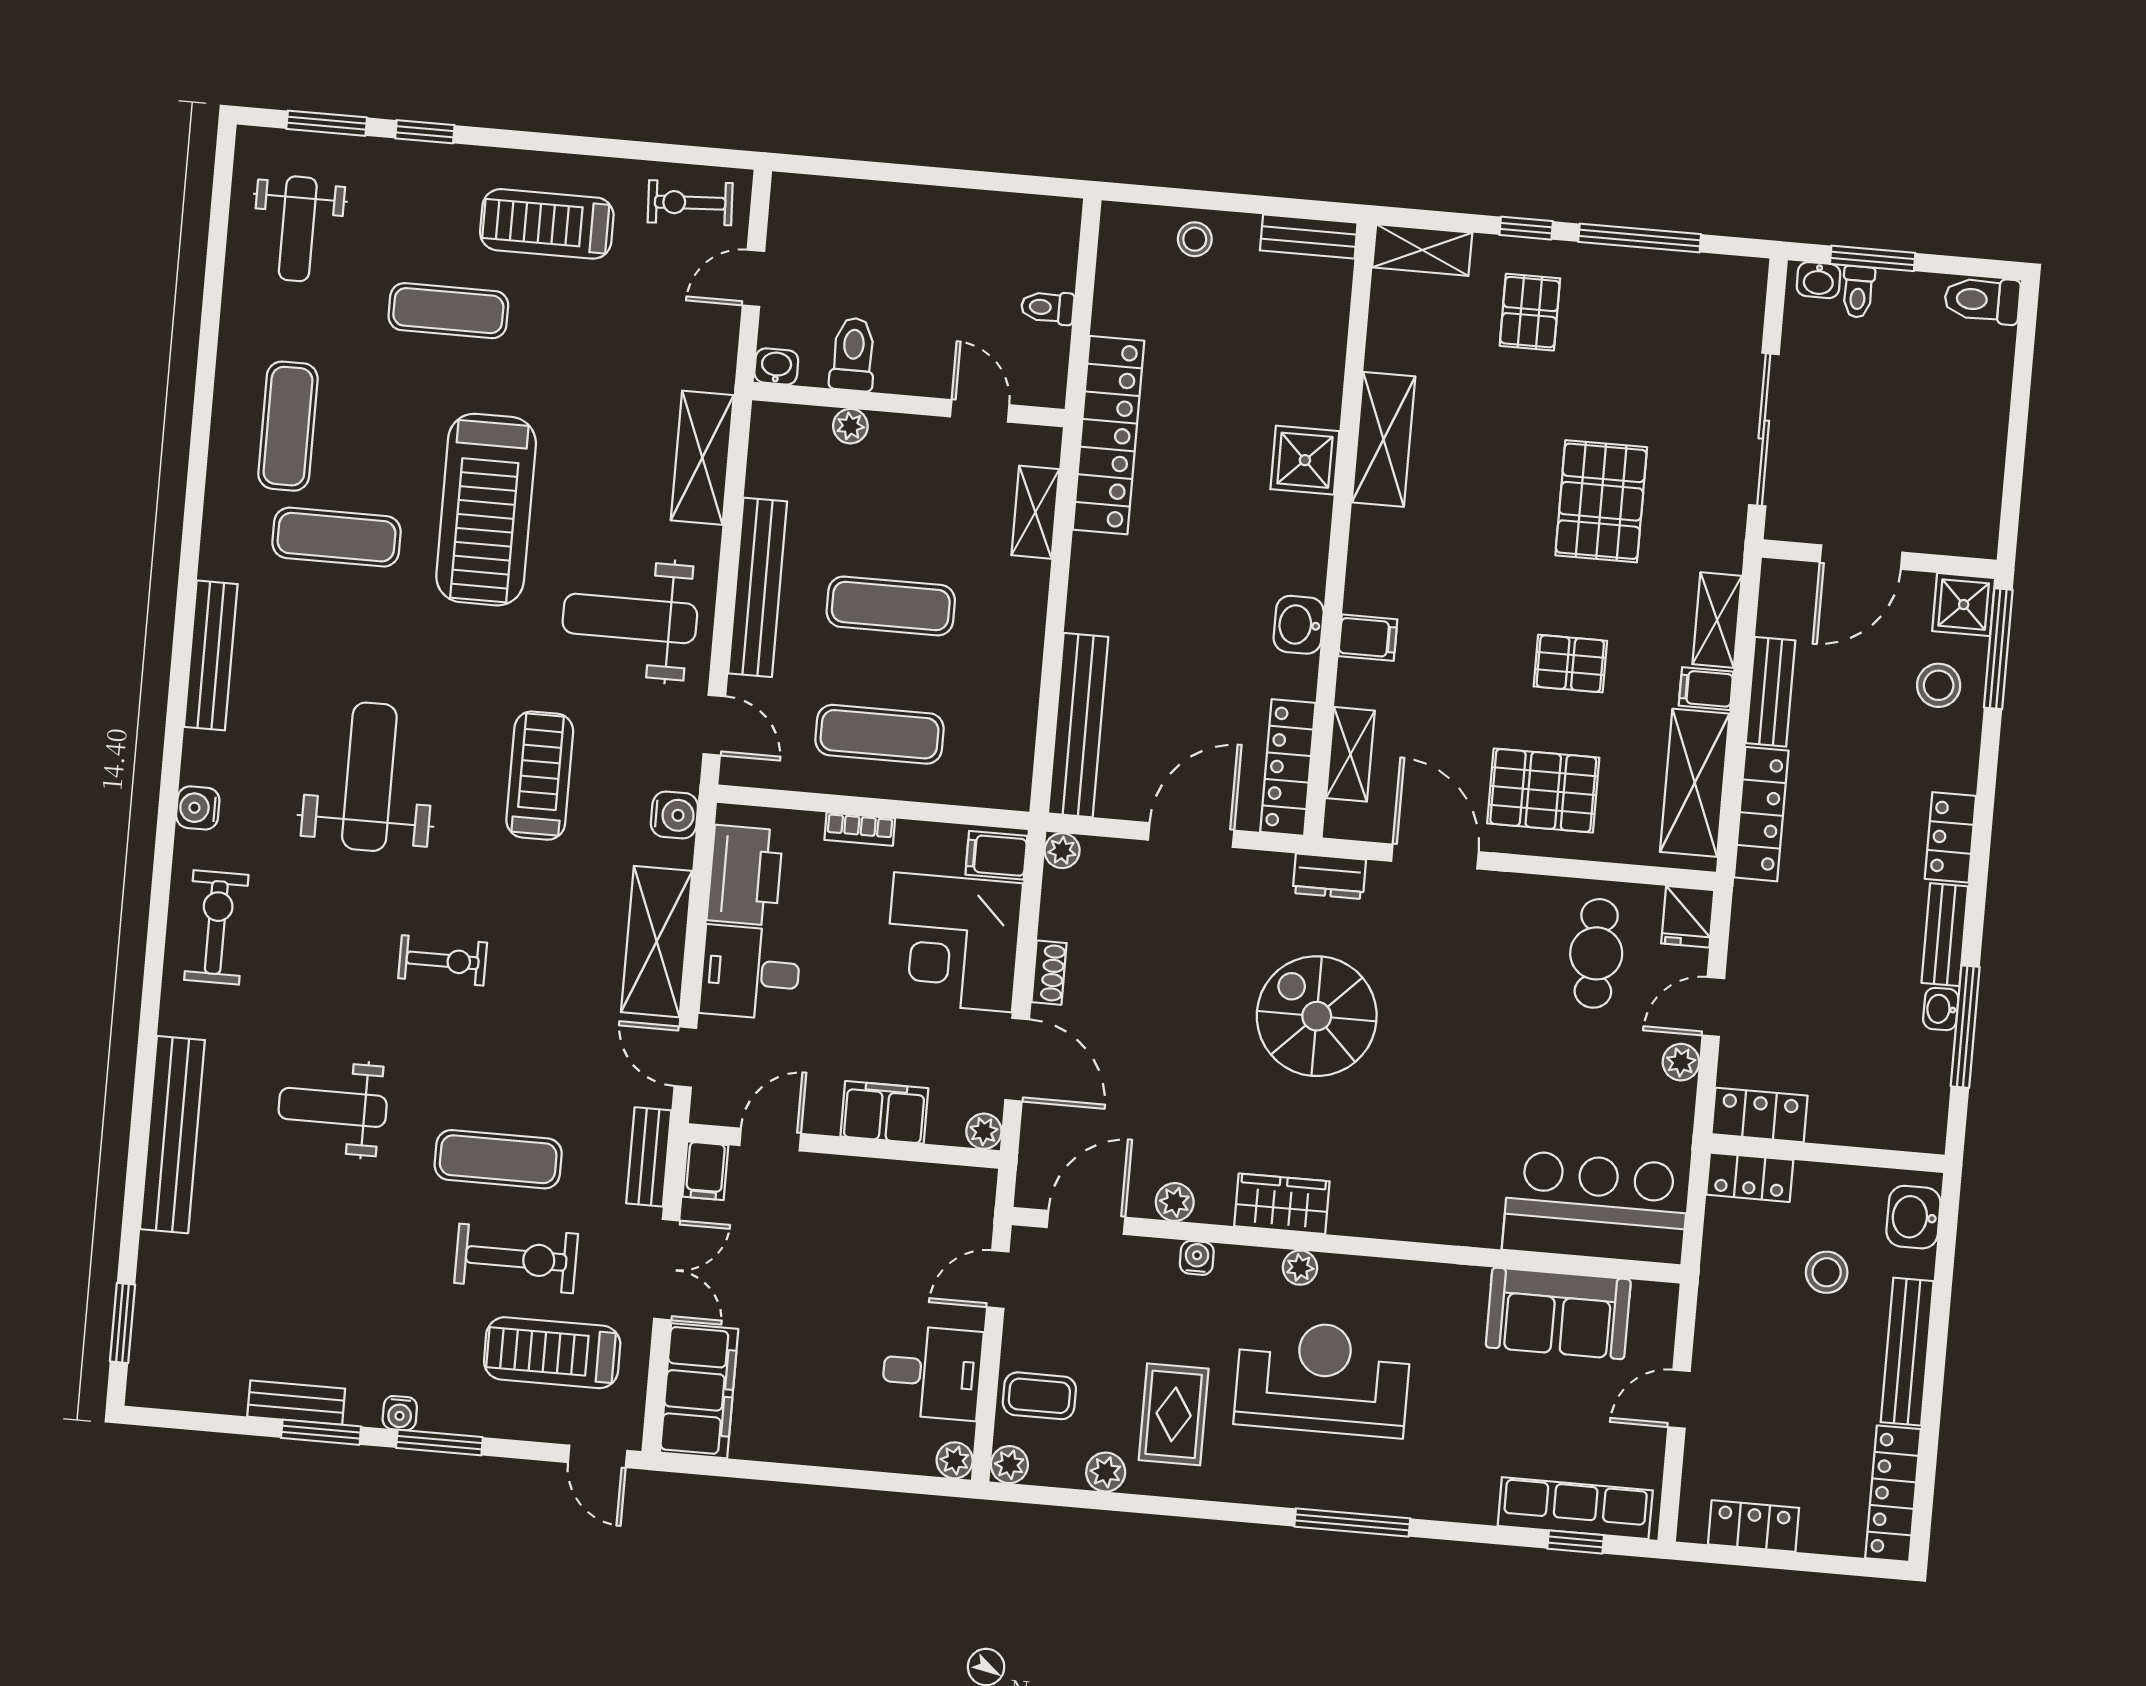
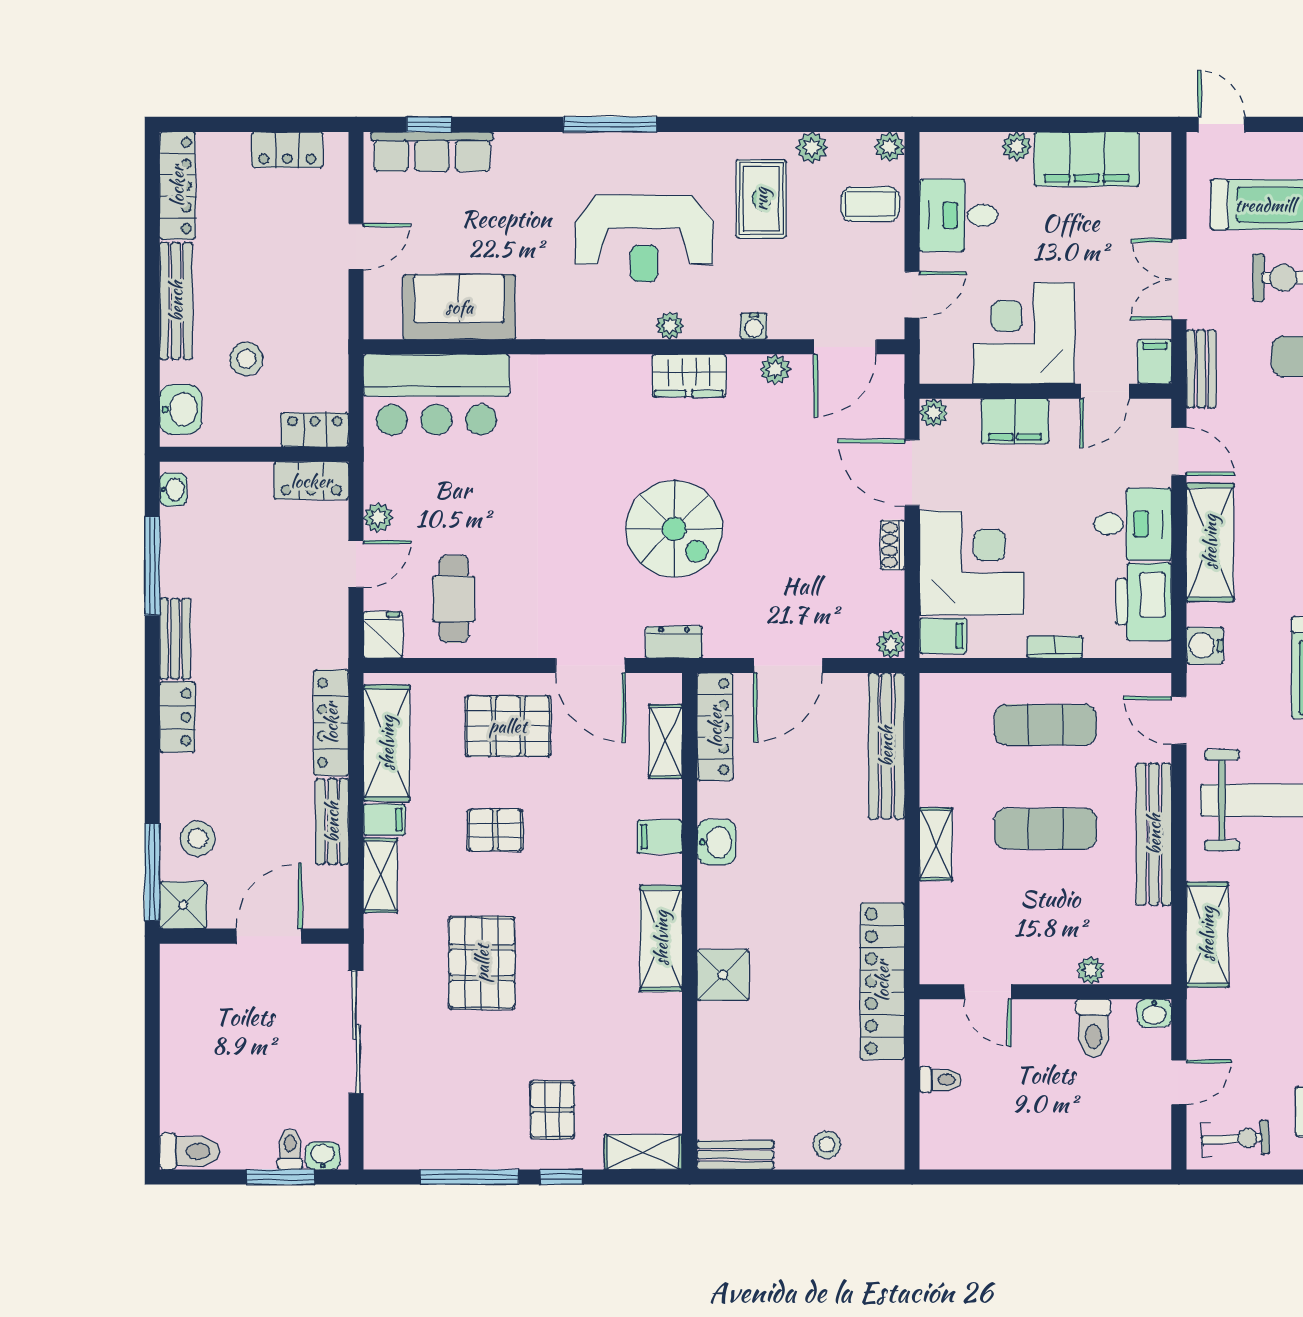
shelving: (1383, 439) -> (661, 938), moved
shelving: (1035, 512) -> (936, 844), moved
washbasin: (1941, 1009) -> (173, 489), moved
corner desk: (864, 1220) -> (1024, 333), added
filing cabinet: (699, 1391) -> (1087, 159), moved, turned -90
plant: (955, 1460) -> (1017, 146), moved

